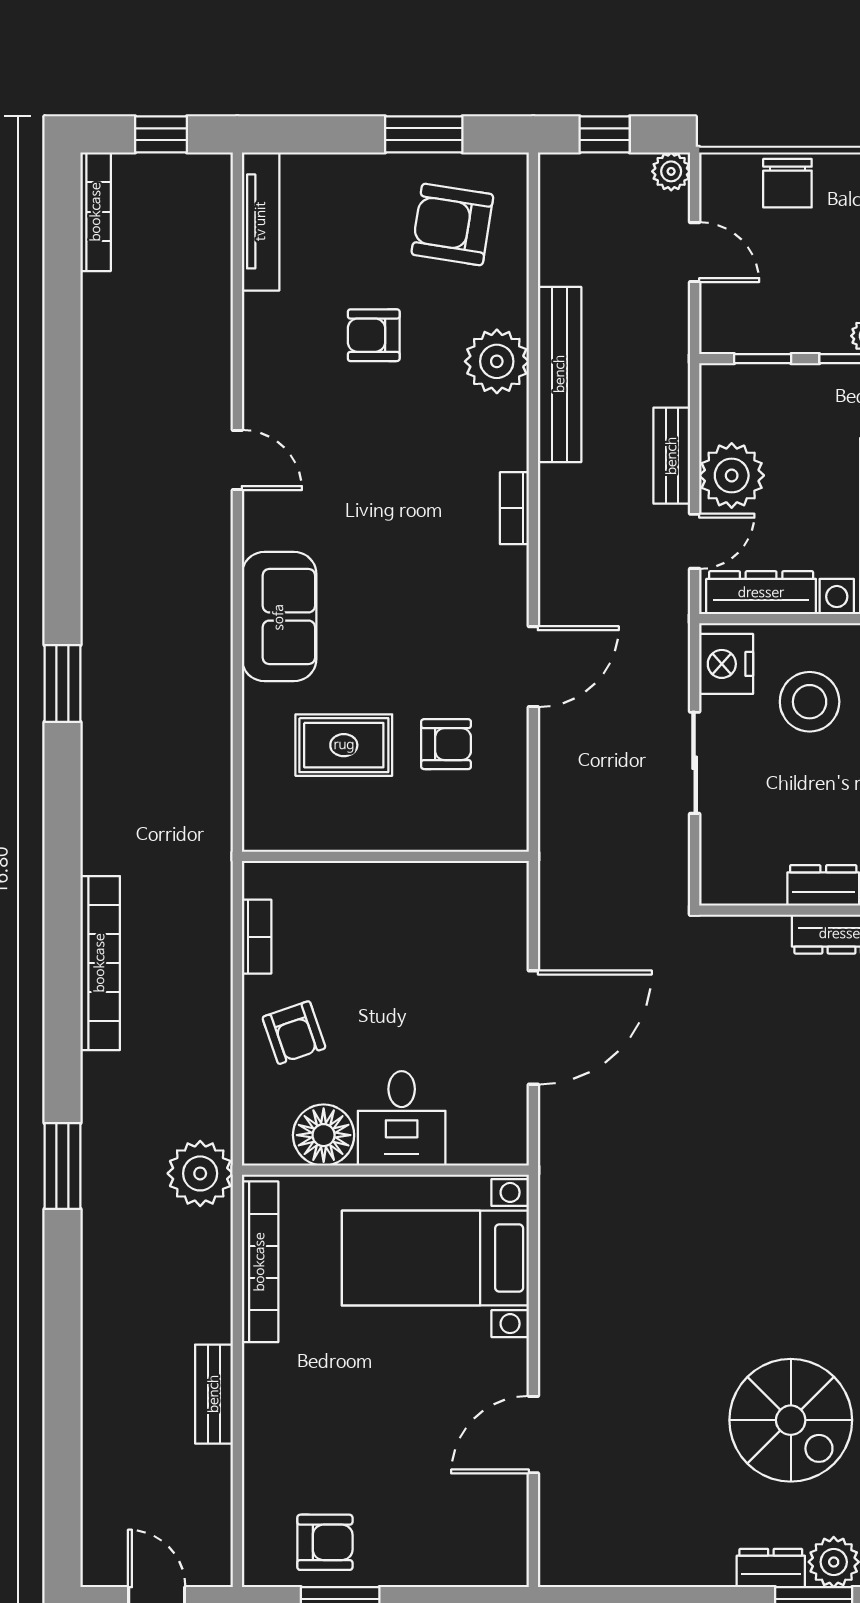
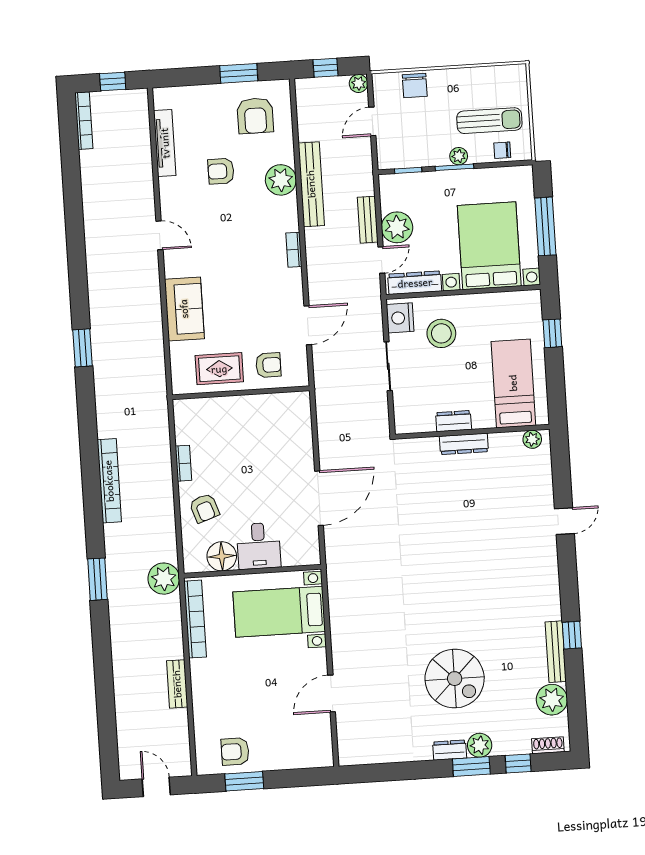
tv unit: (261, 221) -> (165, 143), moved
armchair: (452, 224) -> (255, 116), turned -99
door: (695, 252) -> (372, 121), swing flipped
wall: (385, 856) -> (241, 393), moved
armchair: (325, 1542) -> (235, 752), turned 180

